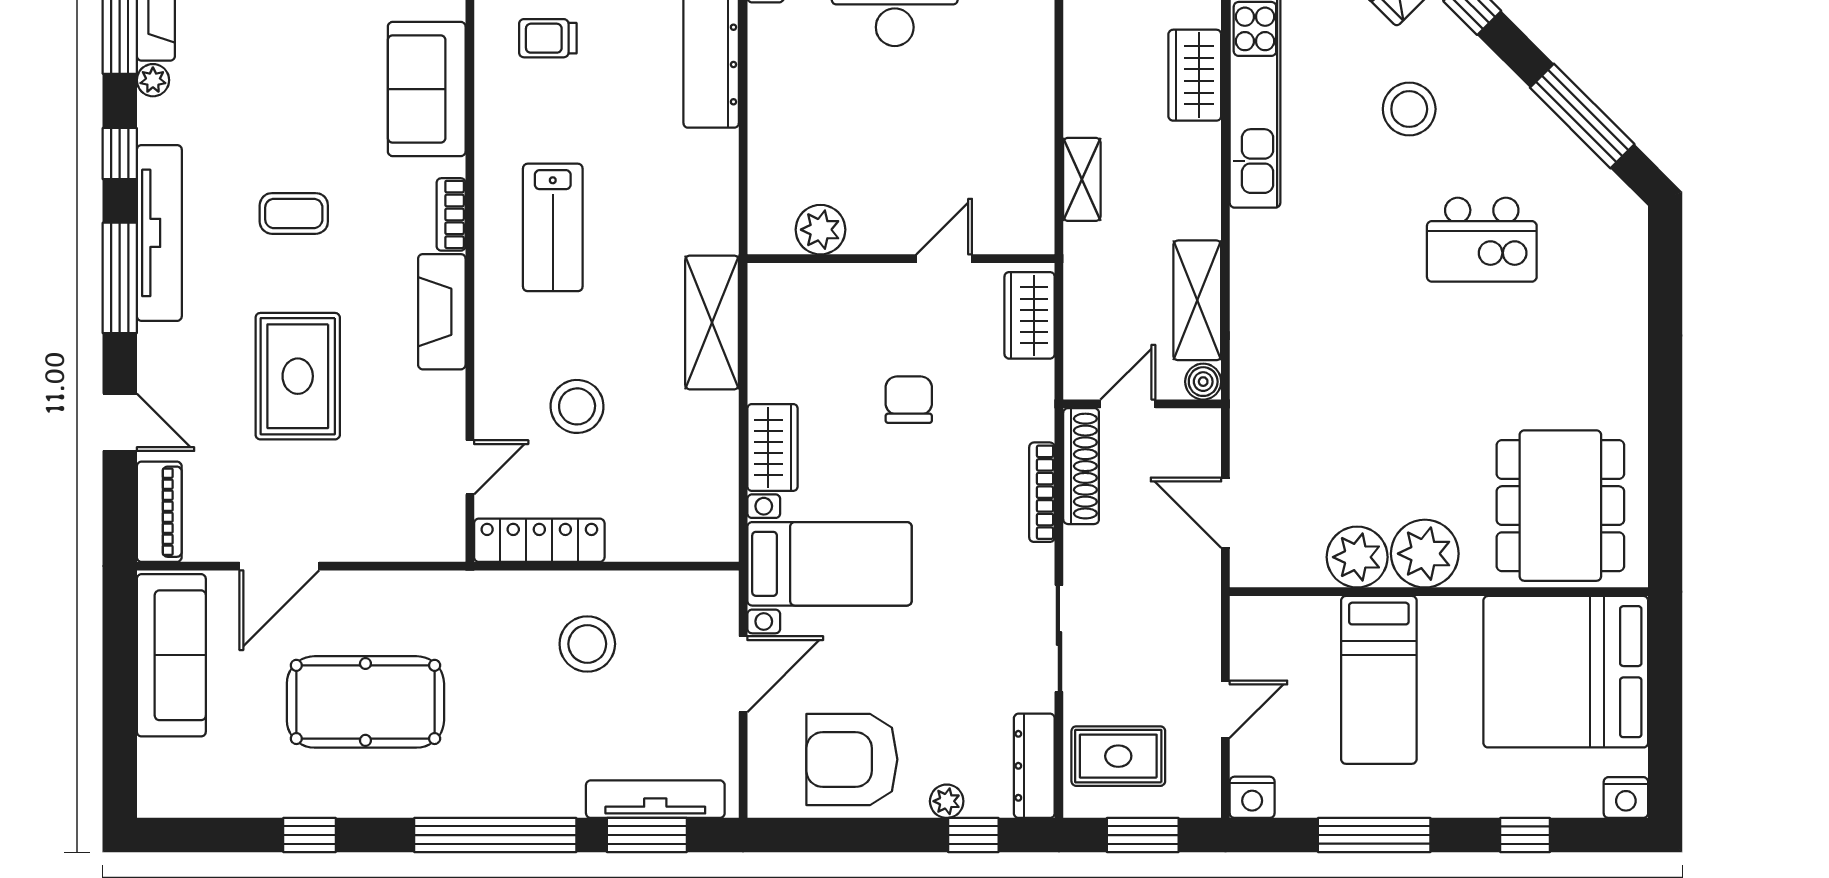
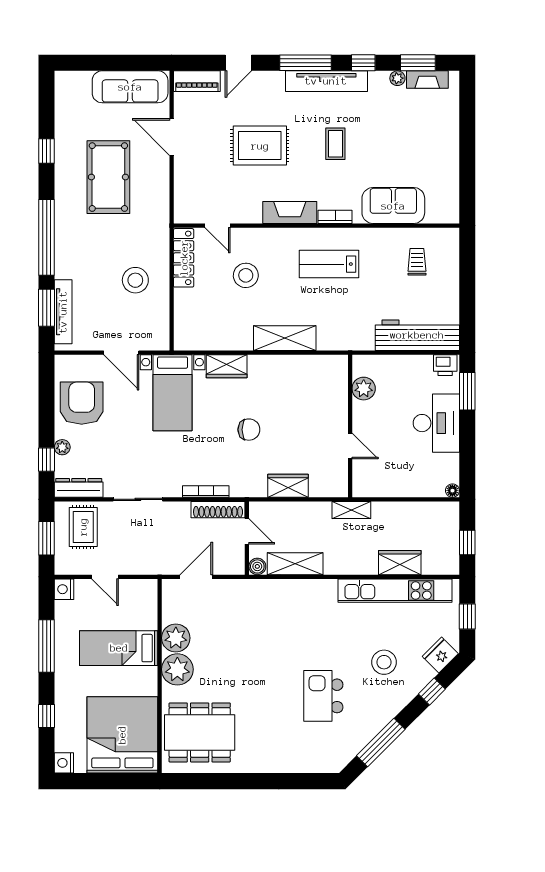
plant: (820, 230) -> (364, 389), moved
wall: (901, 259) -> (350, 426), moved
door: (944, 259) -> (350, 446), moved

